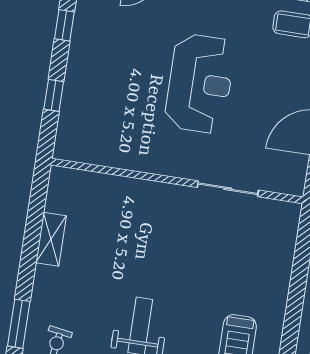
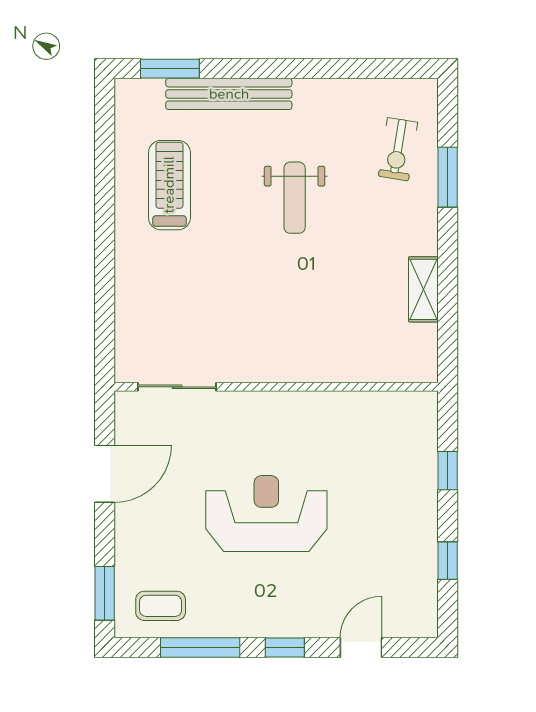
reception desk: (200, 84) -> (266, 514), turned 90
sliding door: (228, 189) -> (177, 387), moved

